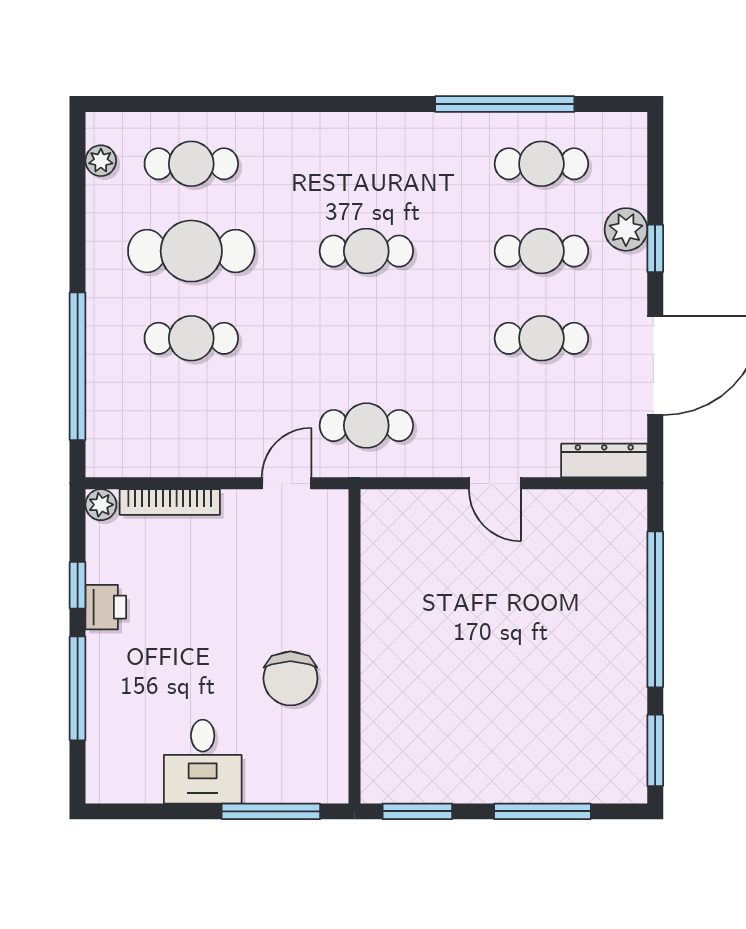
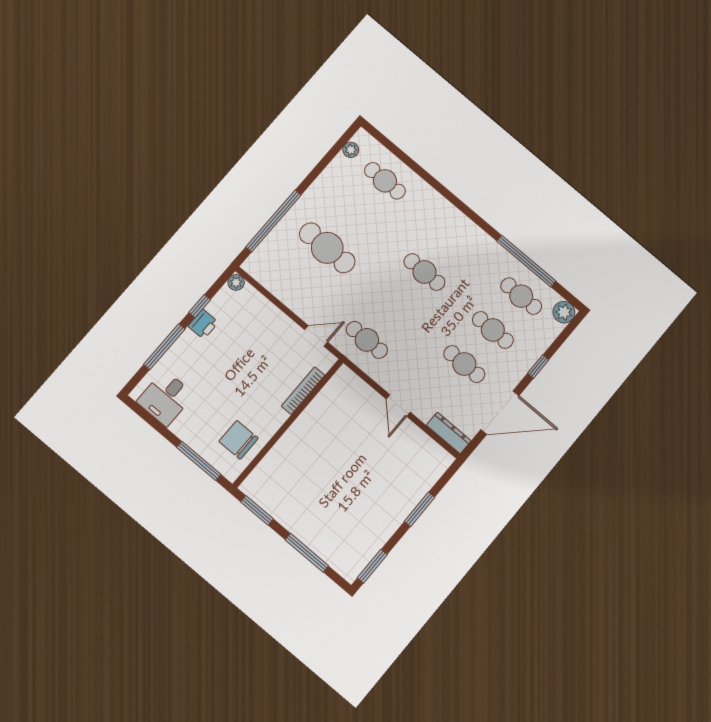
plant: (626, 229) -> (564, 312), moved
cafe table: (191, 251) -> (356, 214), removed
cafe table: (191, 338) -> (327, 248), width x1.37, depth x1.35
bookcase: (170, 502) -> (303, 391), moved, turned 90
window: (655, 609) -> (420, 509), width x0.47
chair: (290, 678) -> (239, 440), moved, turned 90
desk: (203, 762) -> (165, 398), moved

